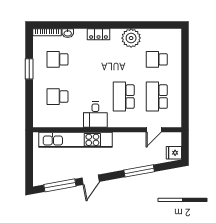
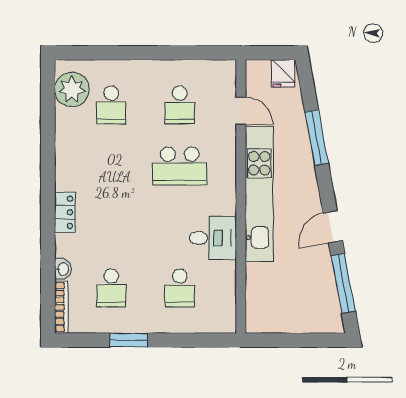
plant: (131, 38) -> (72, 89), moved
school desk: (157, 97) -> (180, 105), width x0.54
desk: (95, 115) -> (213, 238), moved
kitchen unit: (76, 140) -> (259, 194), moved
door: (91, 180) -> (333, 227), swing flipped

